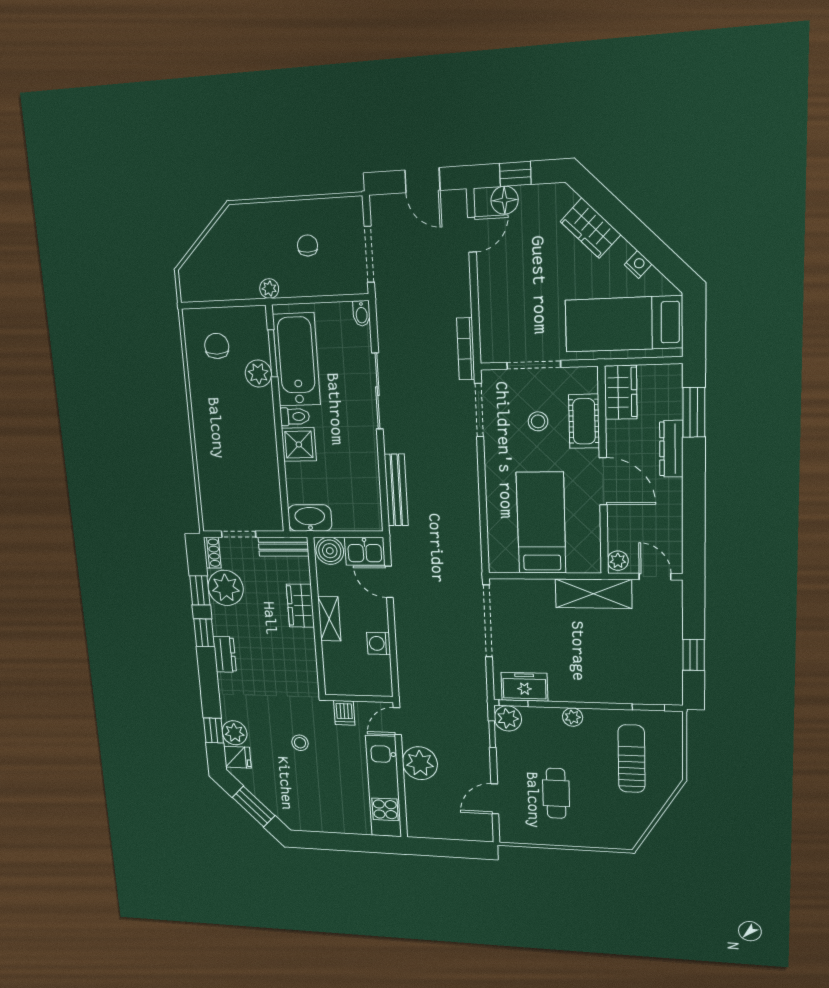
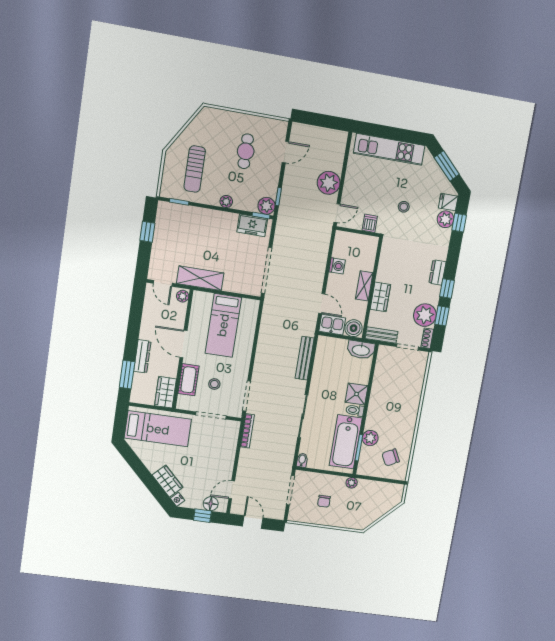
nightstand: (638, 264) -> (178, 499), moved
chair: (217, 346) -> (391, 457), turned 63
kitchen unit: (384, 786) -> (389, 149), moved, turned 90

